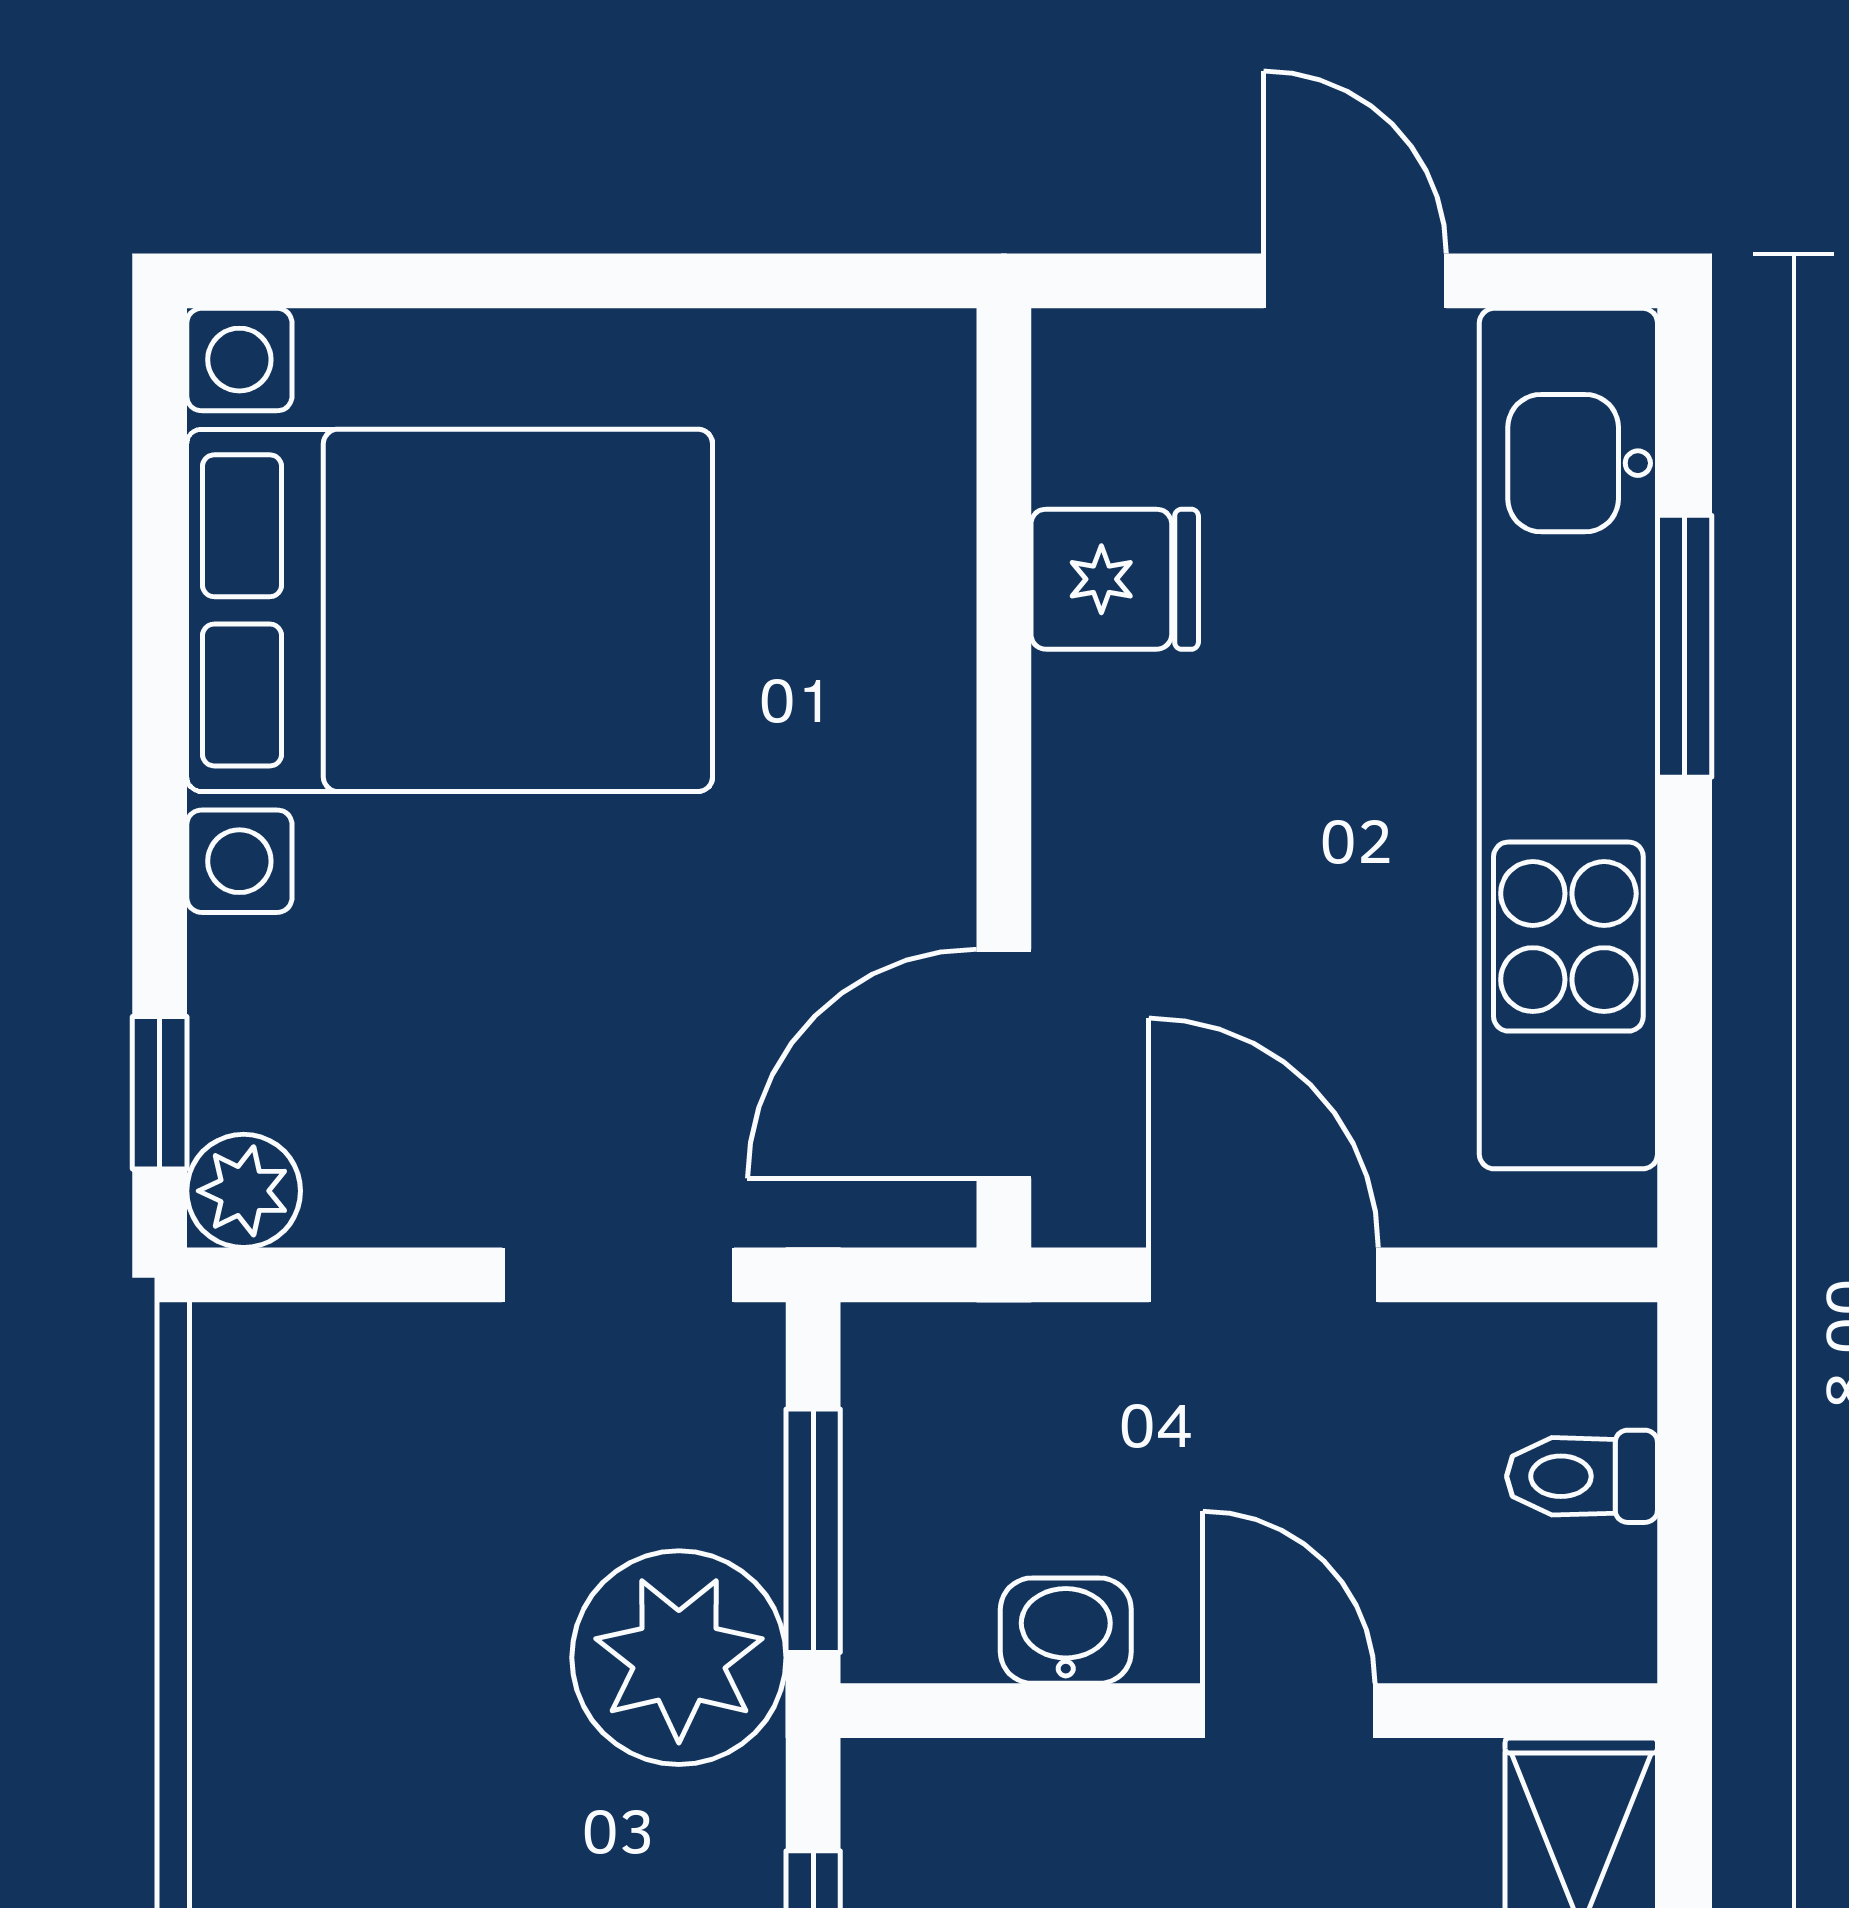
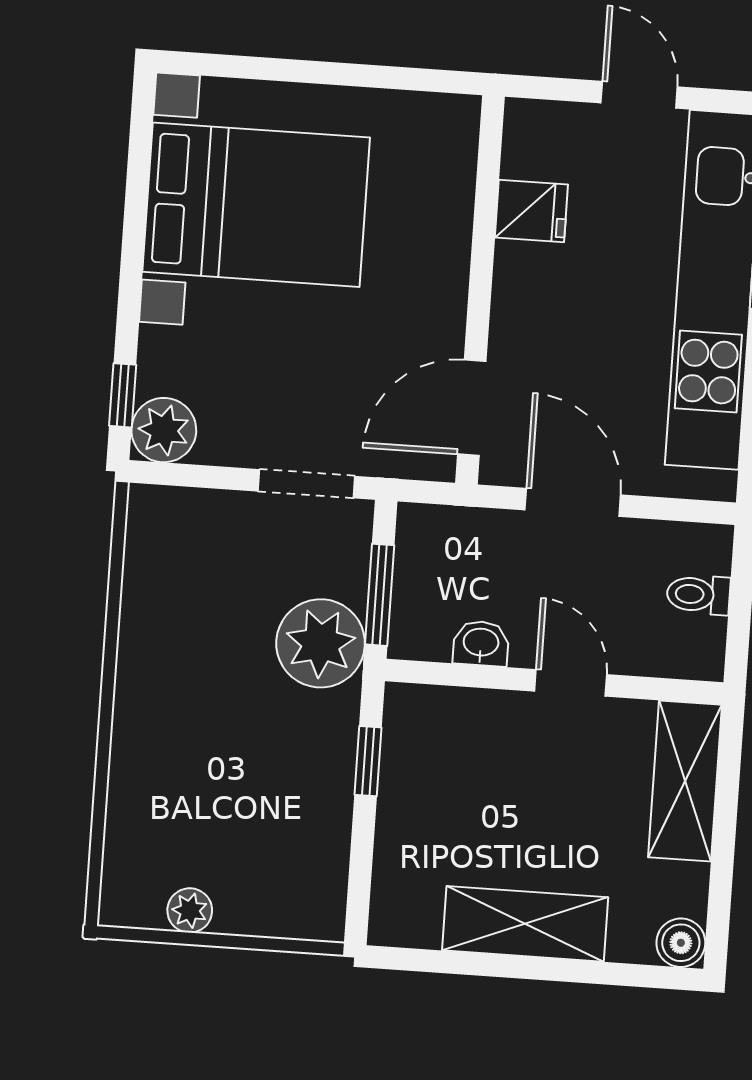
plant: (244, 1191) -> (164, 430), width x1.38, depth x1.38

